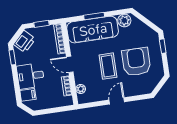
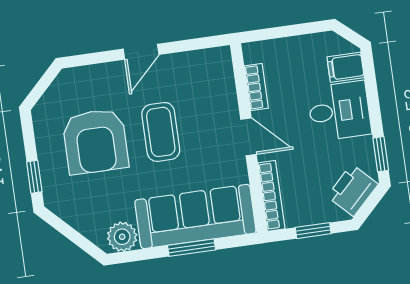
plant: (81, 89) -> (224, 80), removed

